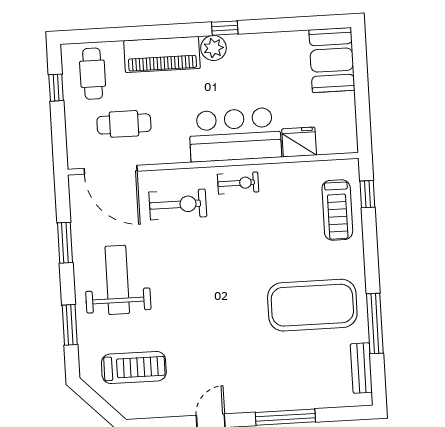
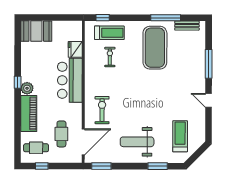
exercise bike: (238, 183) -> (110, 57), moved
window: (65, 243) -> (101, 166), moved

